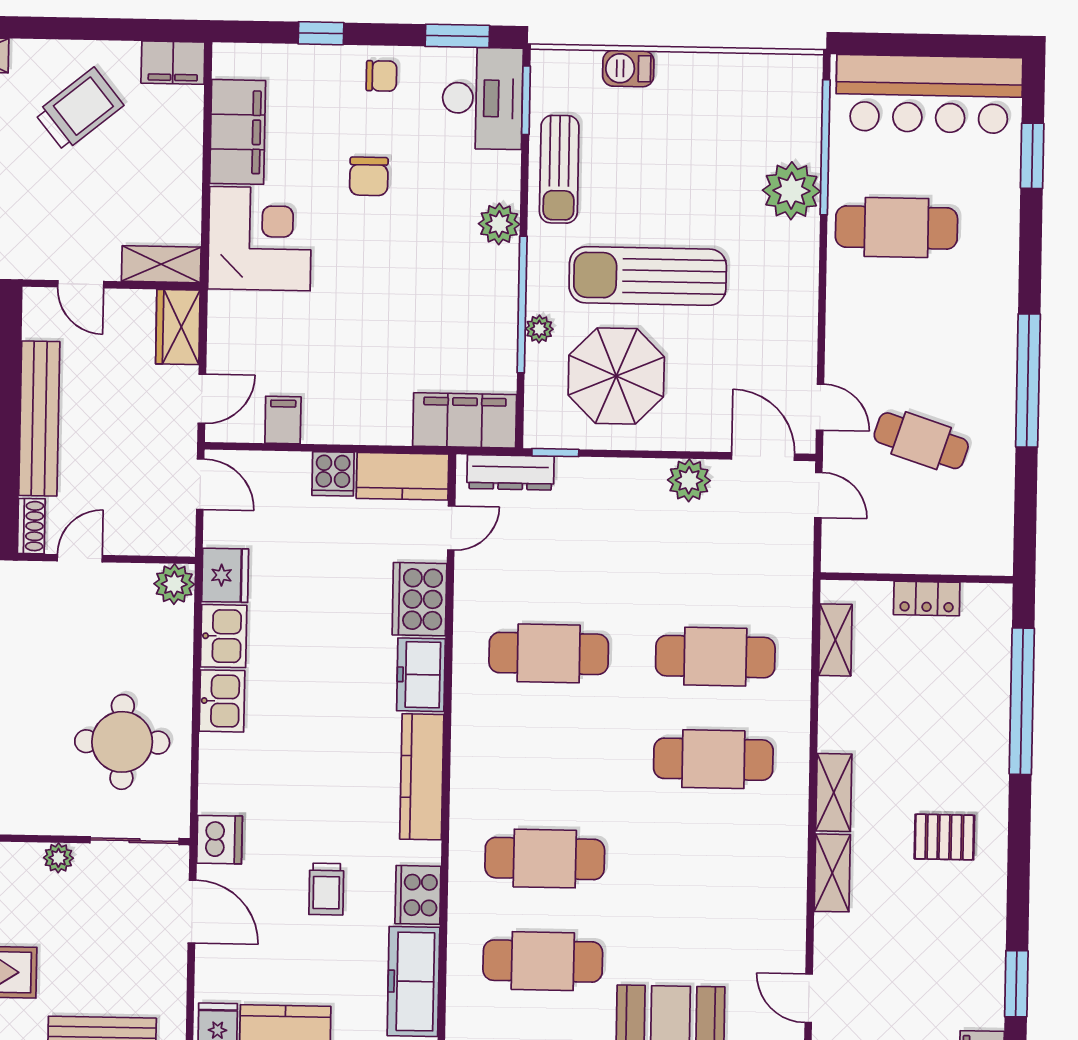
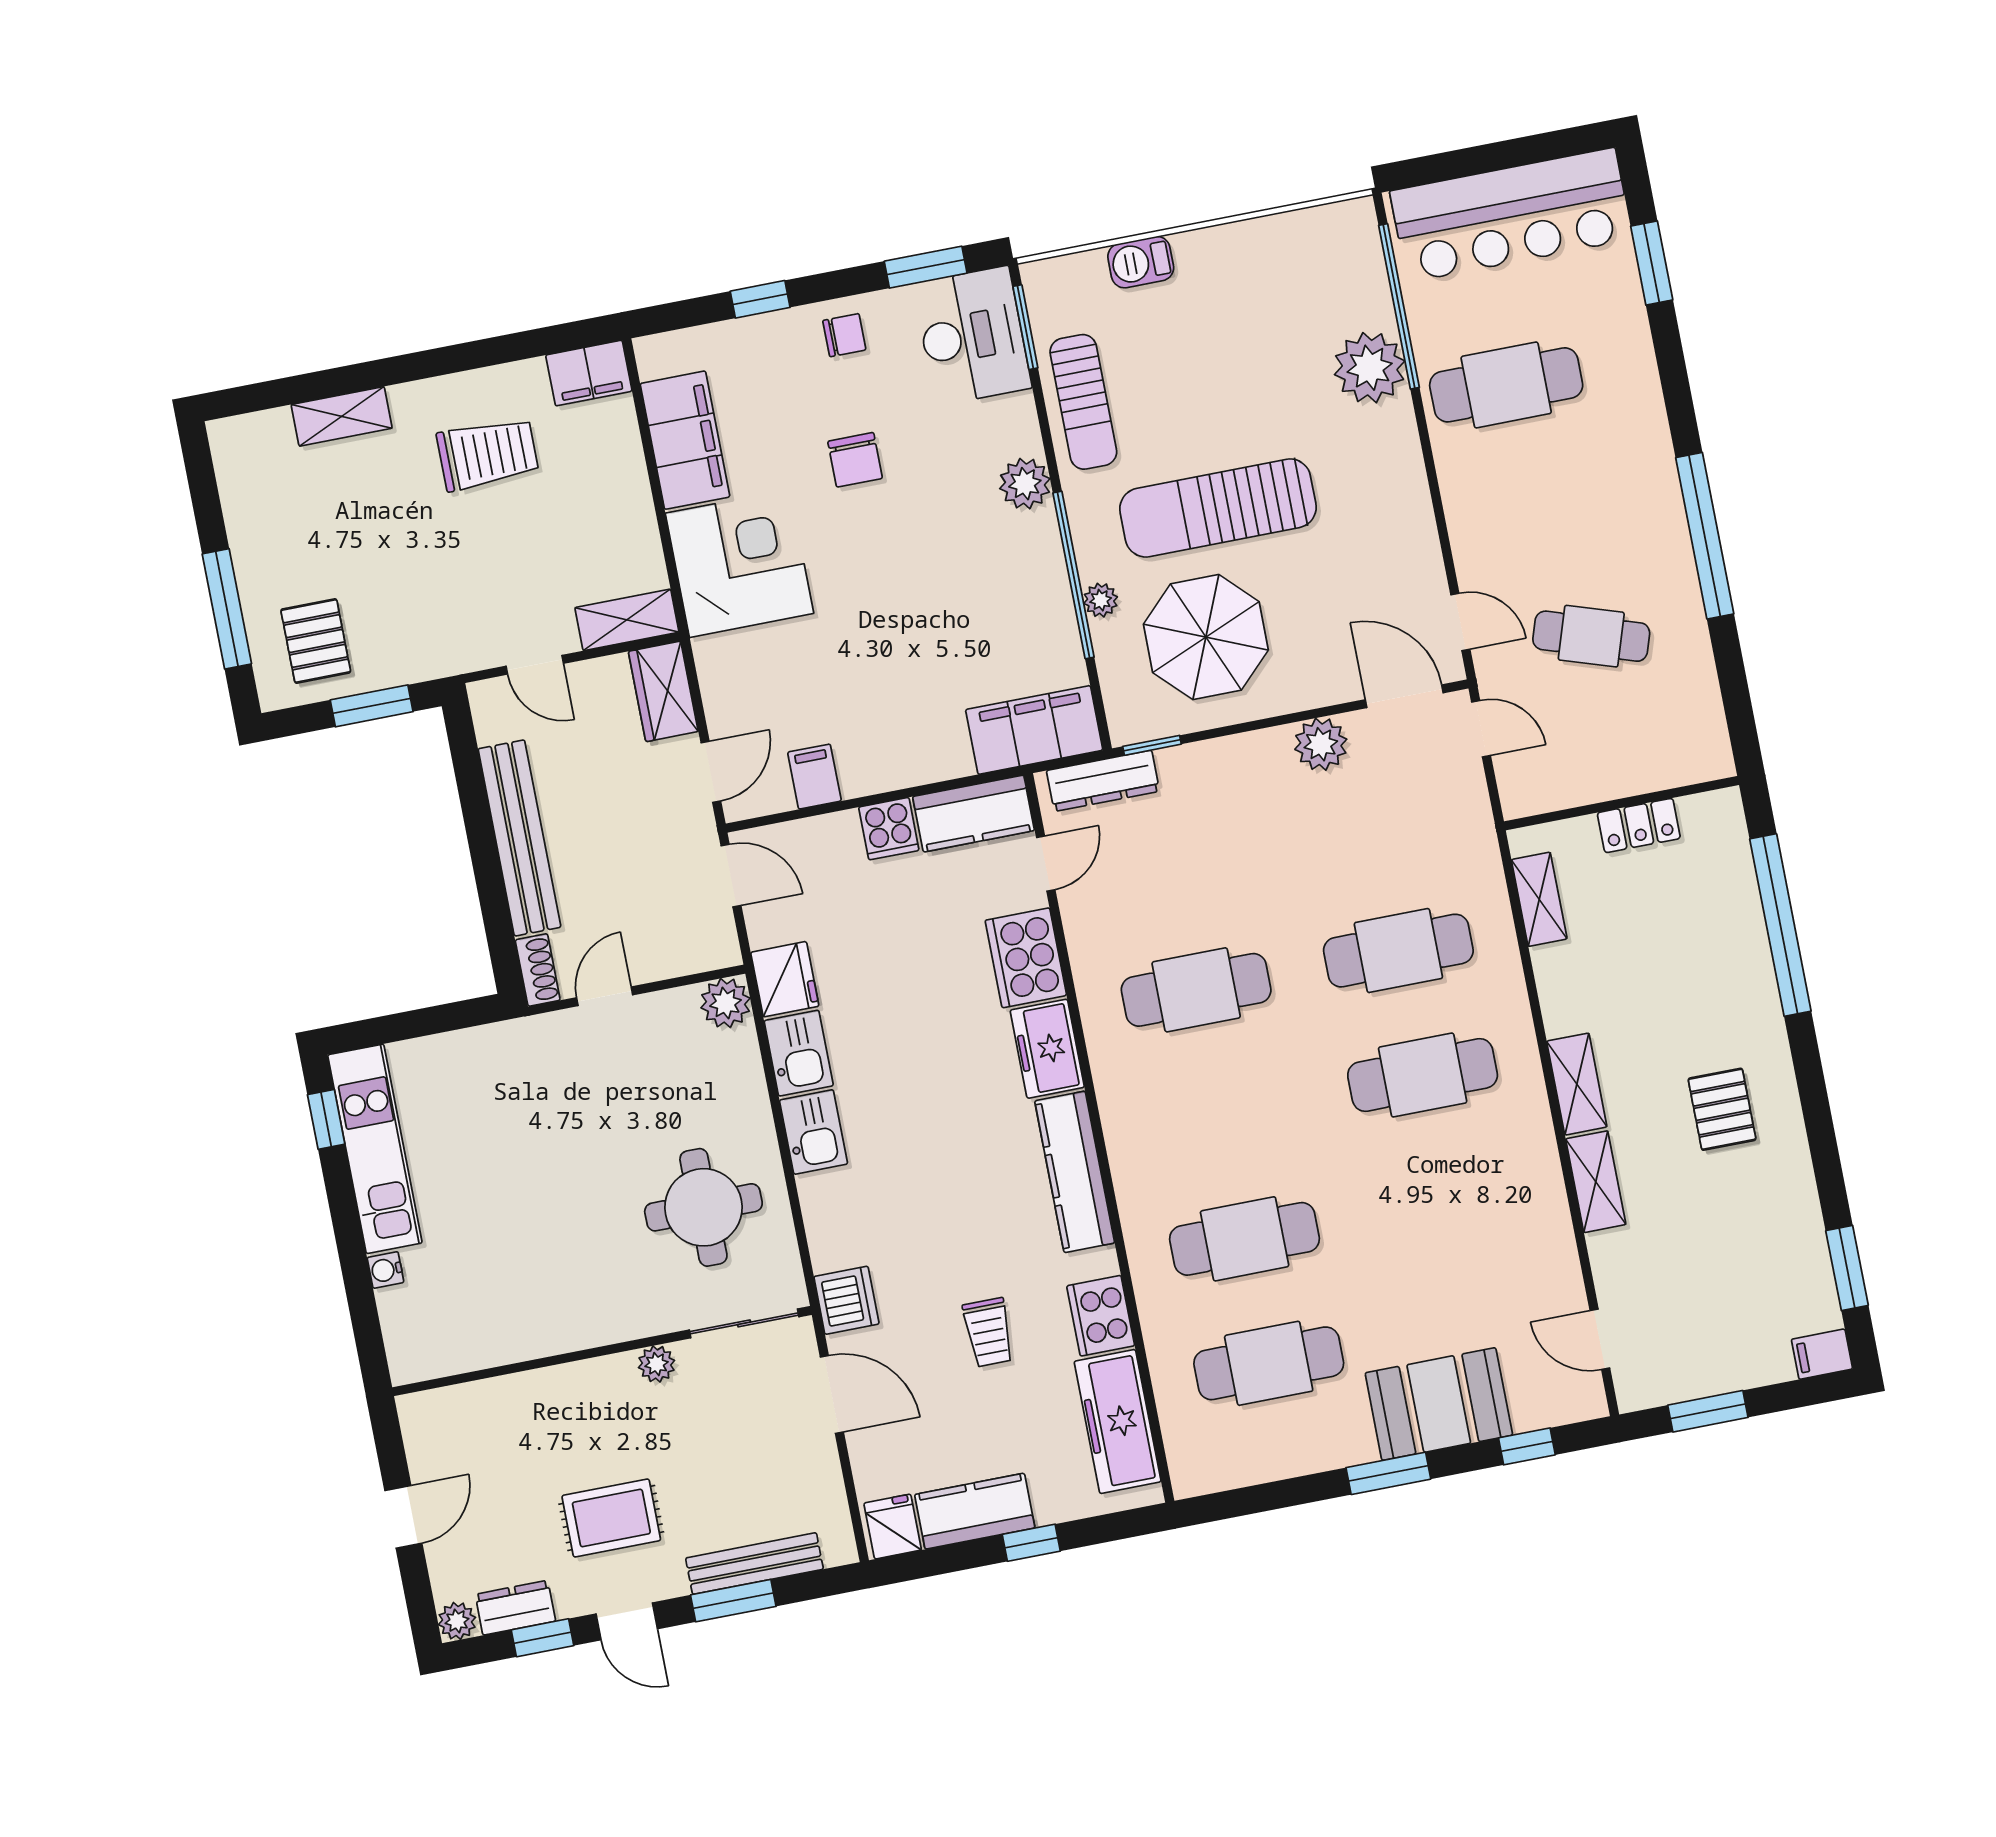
trolley: (79, 109) -> (488, 454), turned 39
pallet: (944, 837) -> (1722, 1109), turned 90

